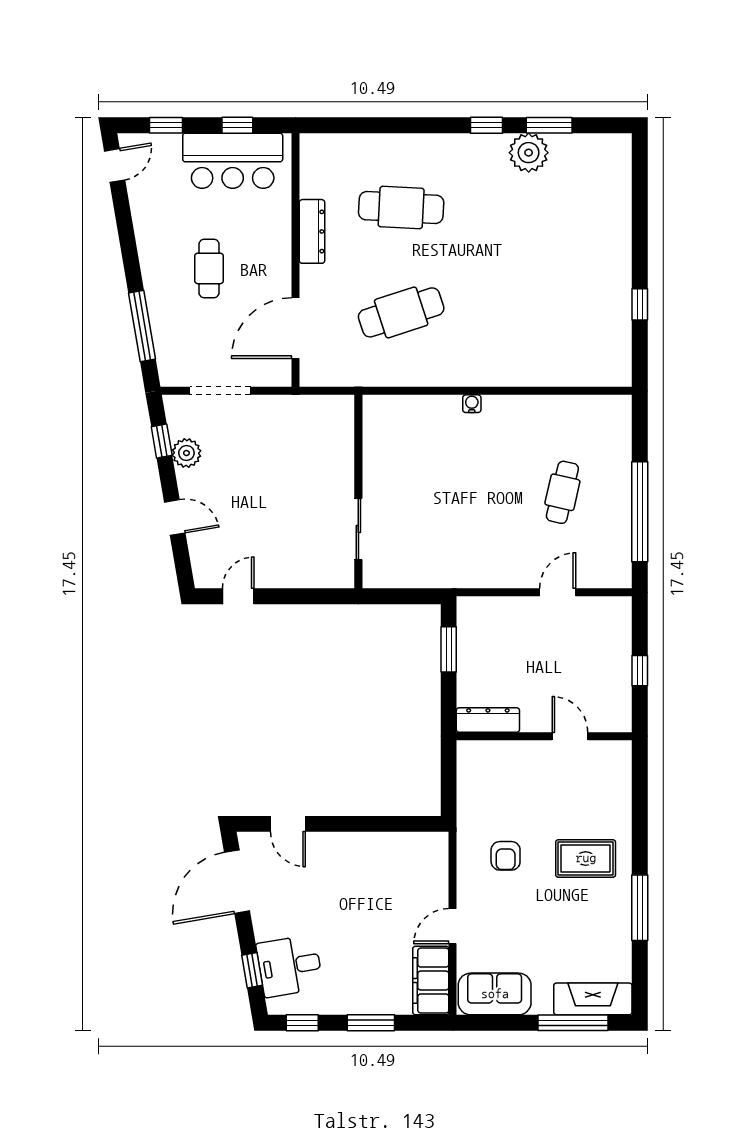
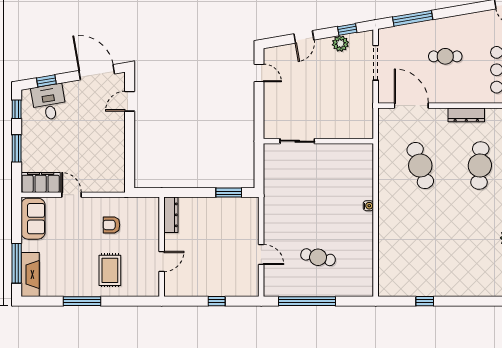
dresser: (488, 720) -> (171, 215), moved
wall: (544, 736) -> (162, 247), moved
door: (570, 736) -> (162, 262), moved

